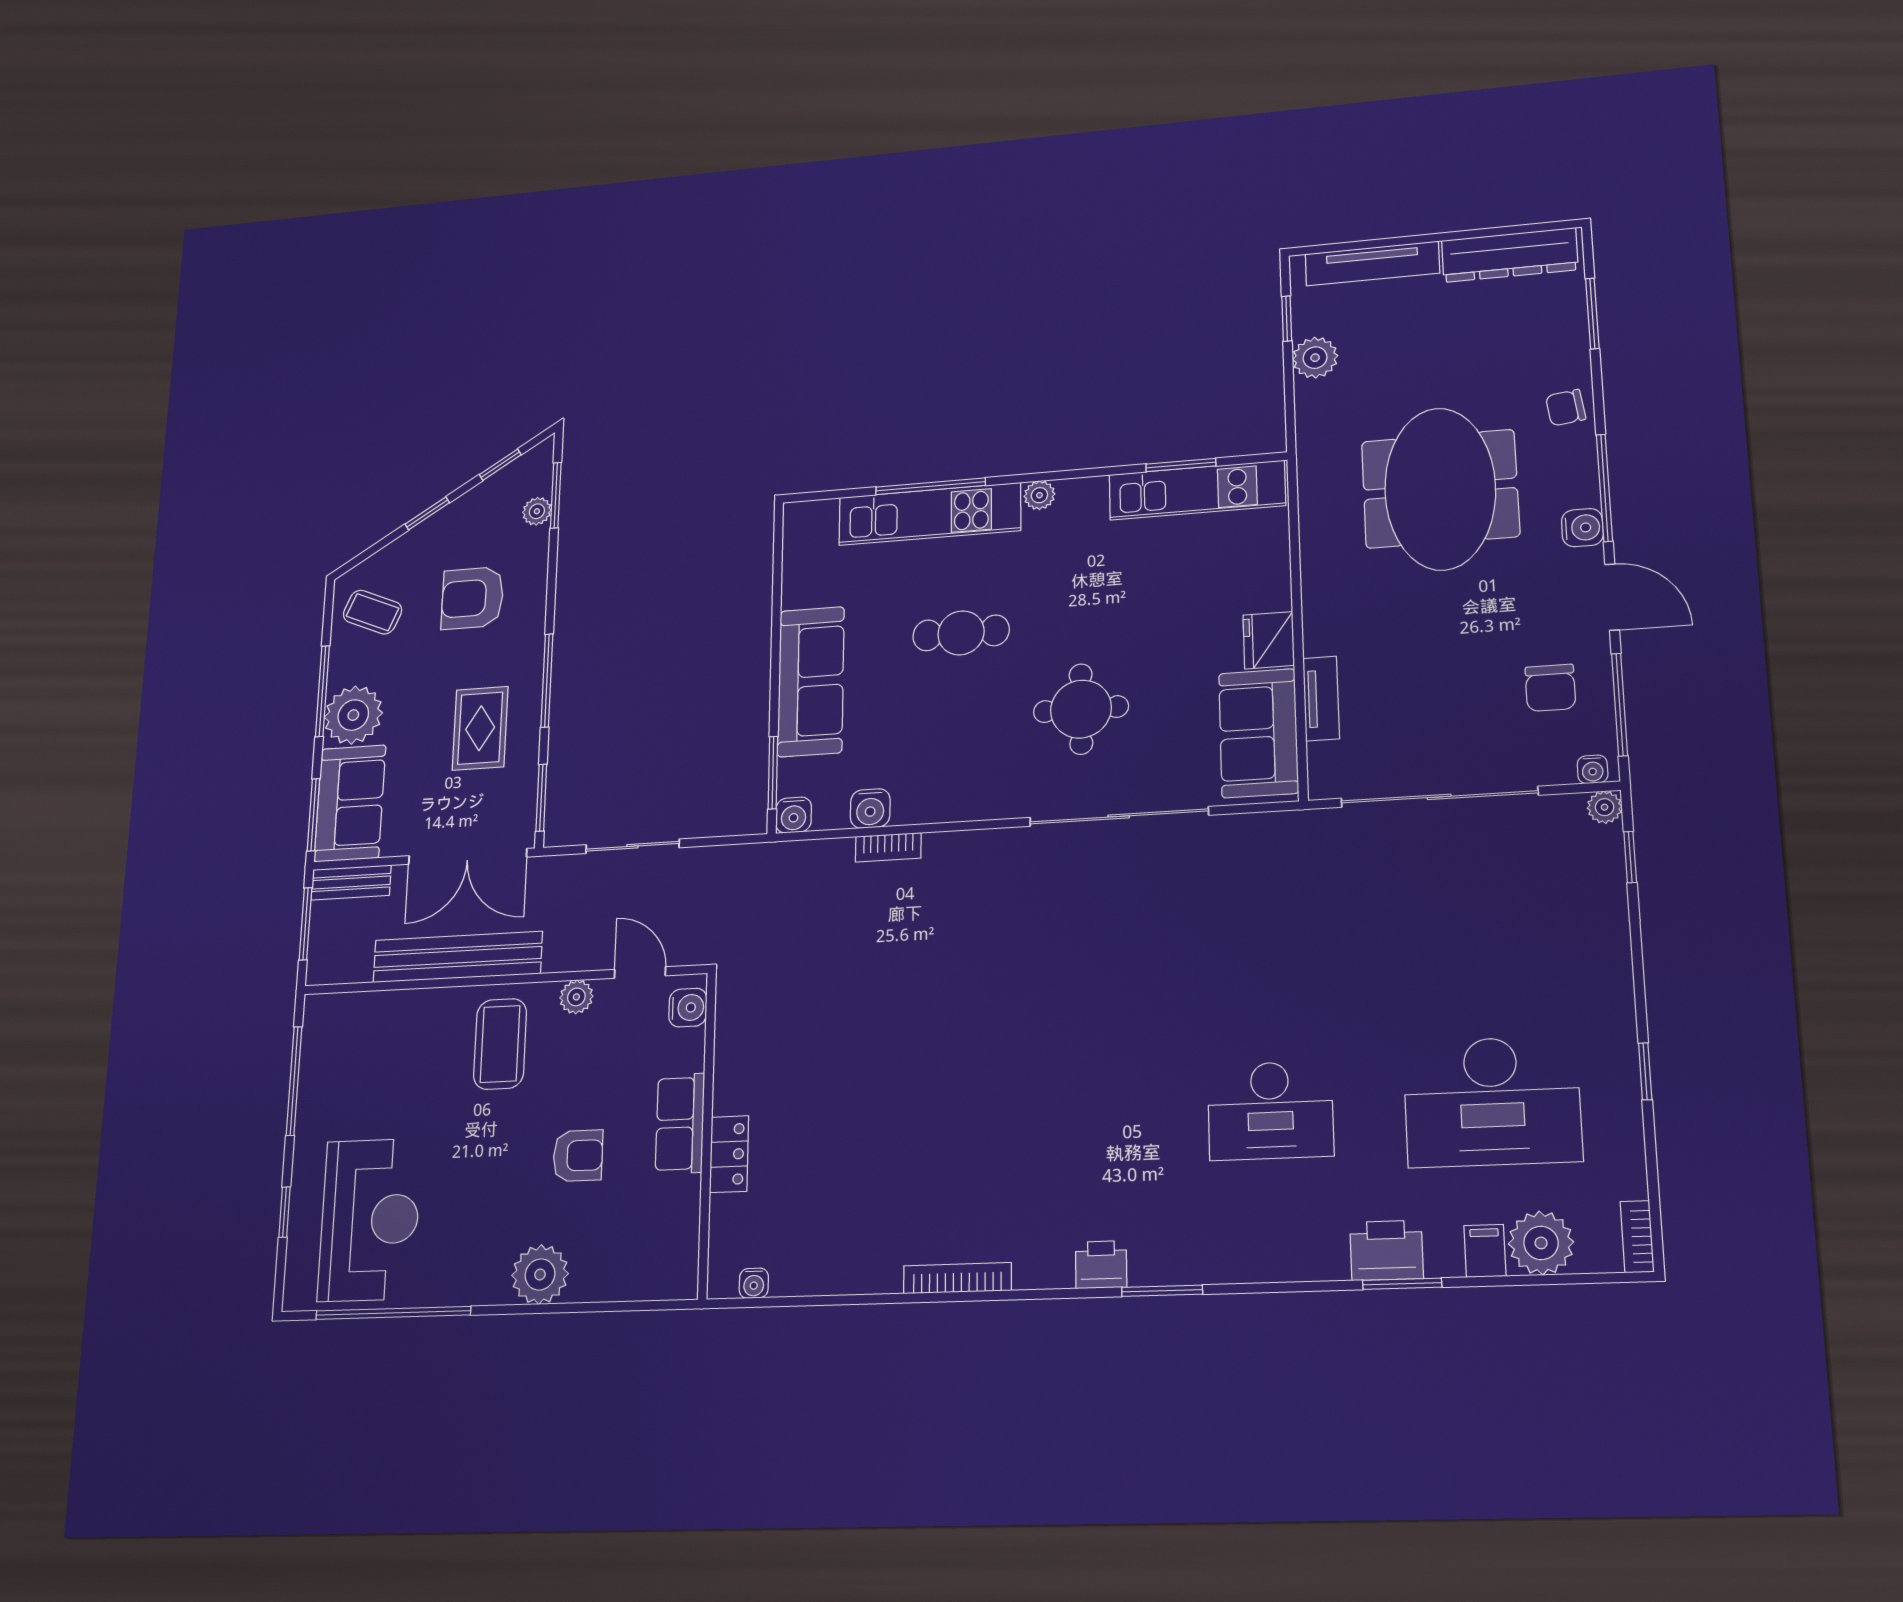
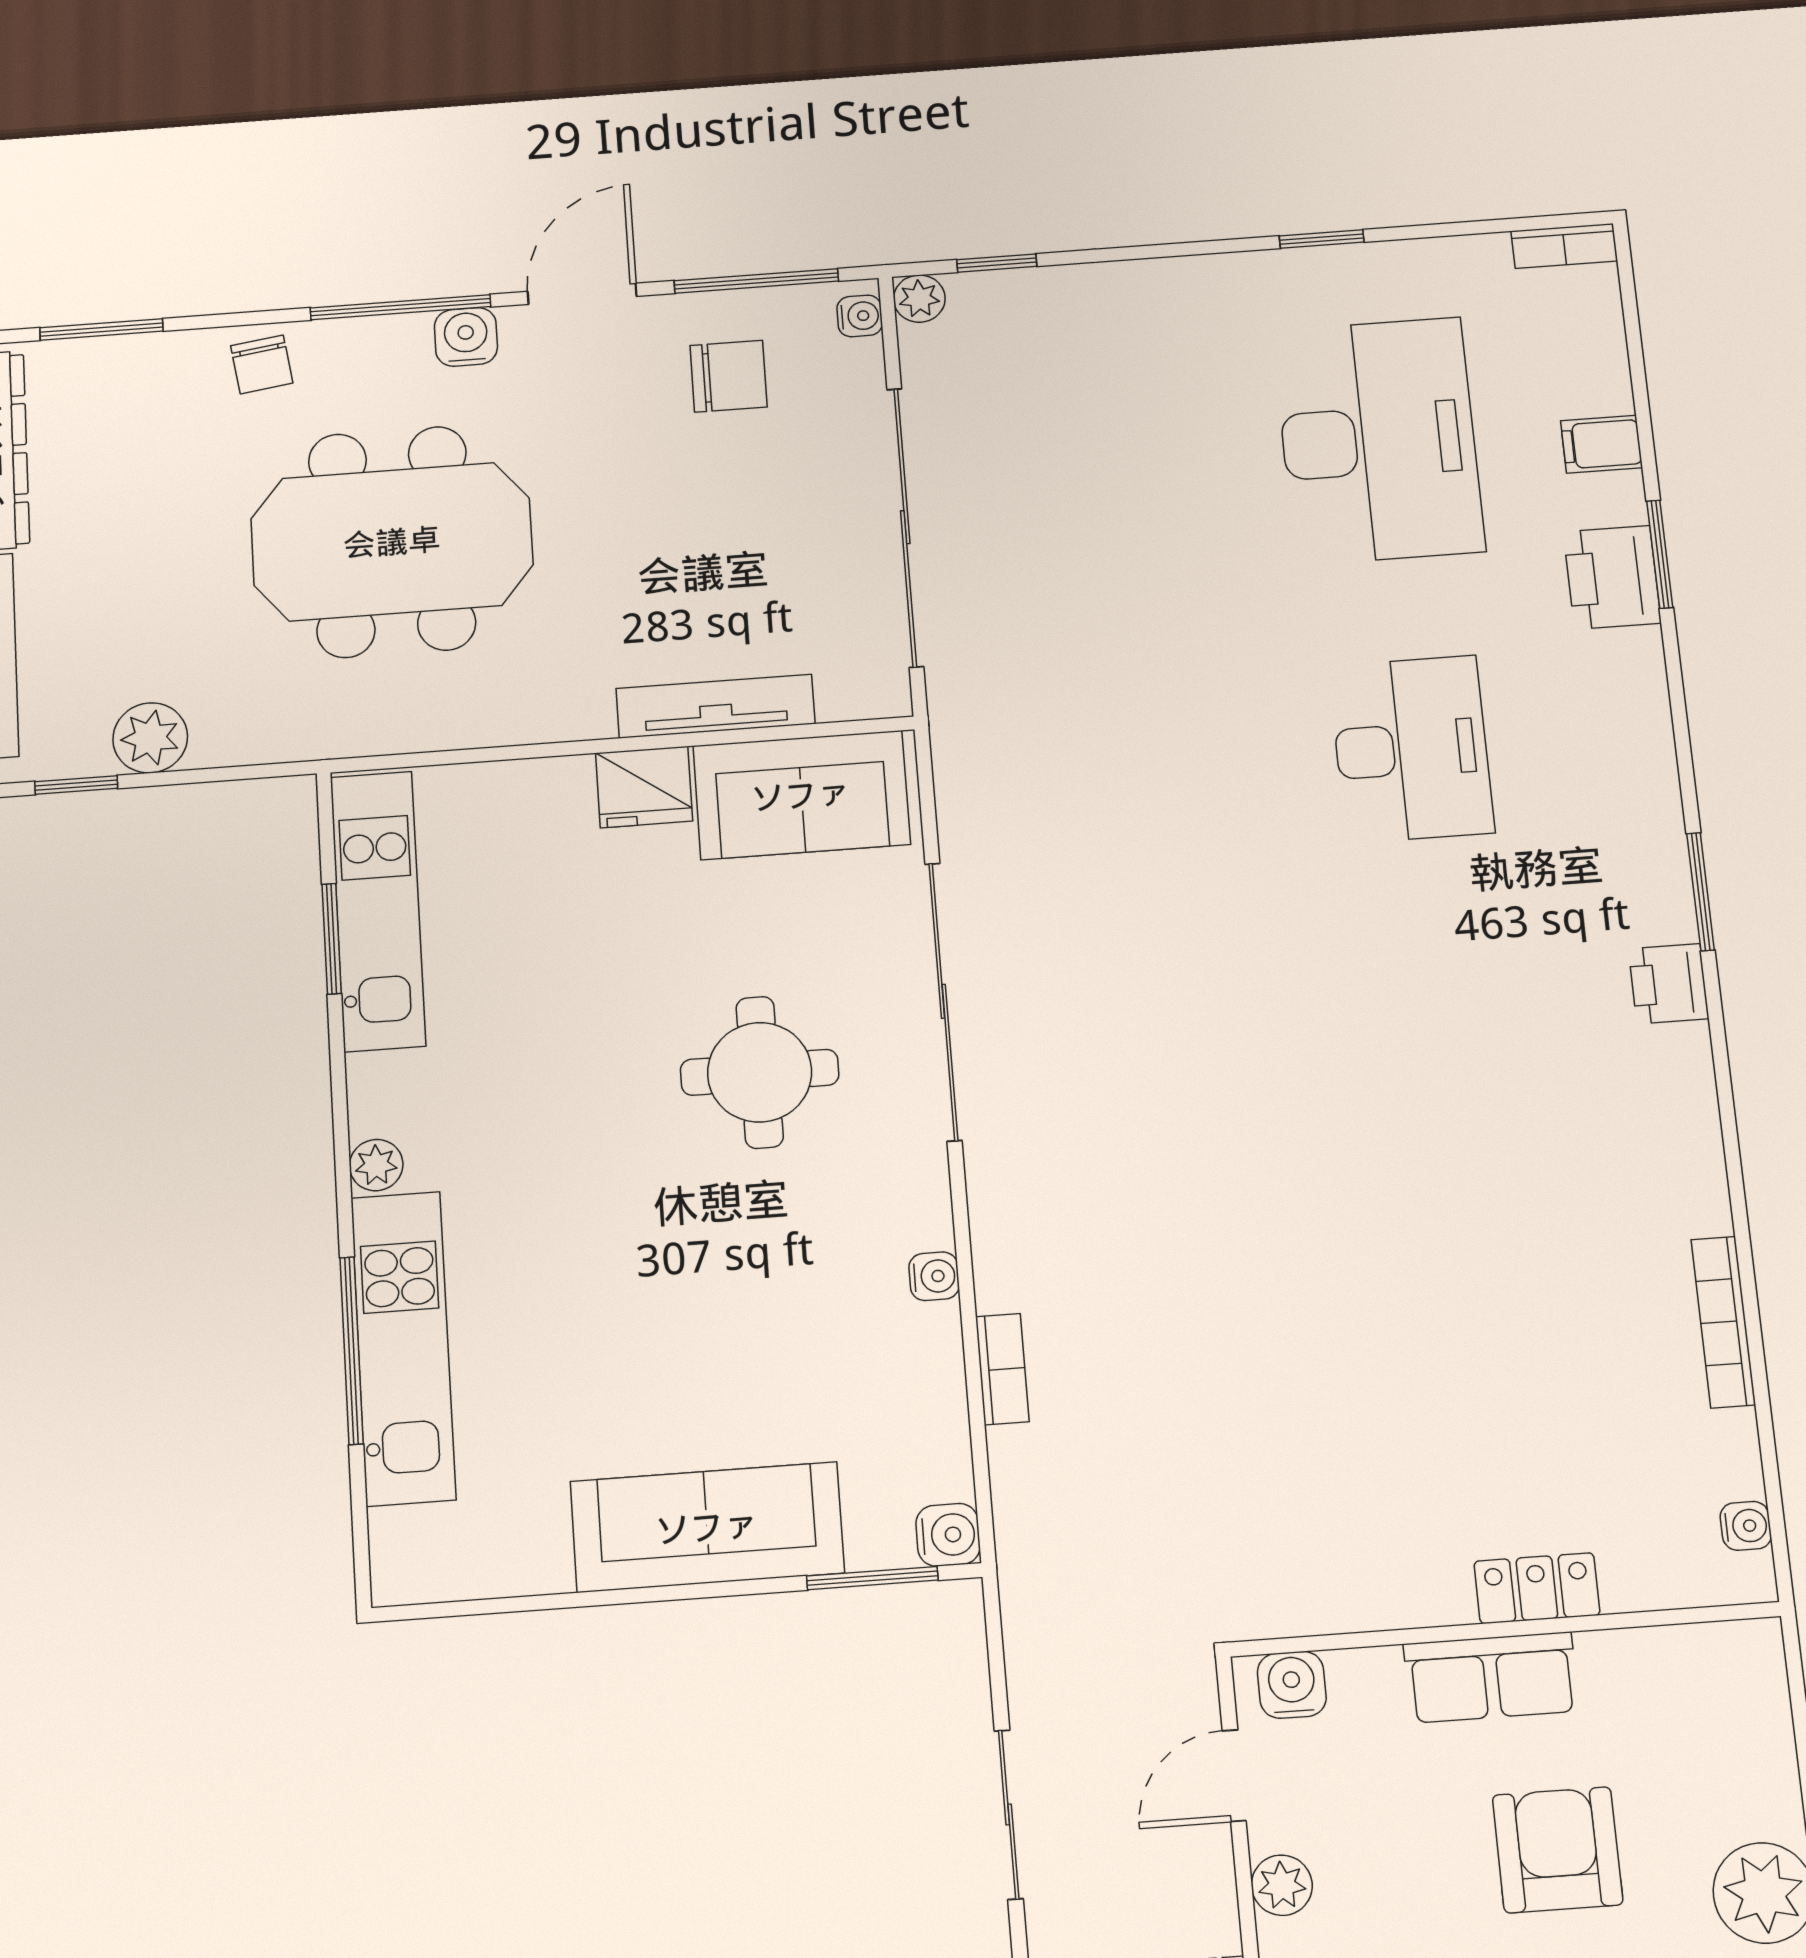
cafe table: (961, 633) -> (623, 1278), removed
tv unit: (1321, 699) -> (715, 706), width x1.41
water cooler: (870, 808) -> (934, 1276), moved, width x0.72, depth x0.72
armchair: (578, 1156) -> (1558, 1850), width x1.38, depth x1.38
plant: (1541, 1243) -> (1584, 370), removed
bookcase: (957, 1278) -> (1723, 1322), moved

